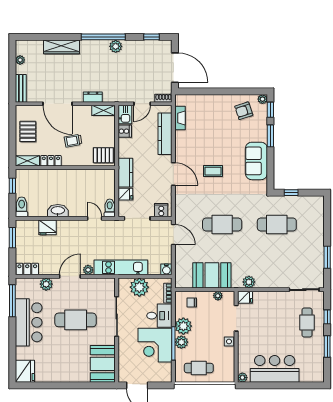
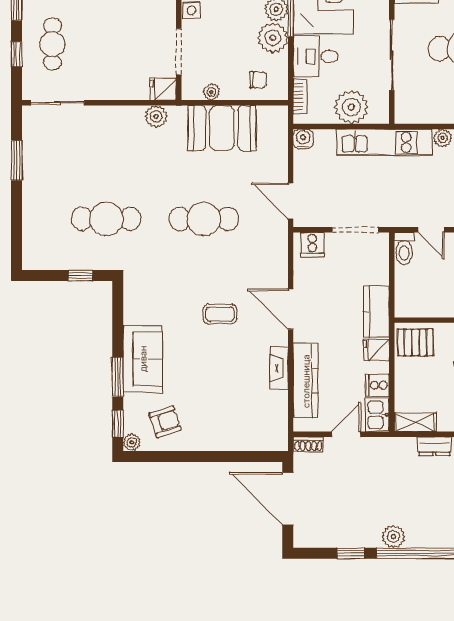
window: (152, 37) -> (351, 553), moved
fireplace: (180, 118) -> (279, 368), moved
sofa: (256, 161) -> (143, 359), moved
fridge: (125, 194) -> (376, 350), moved

